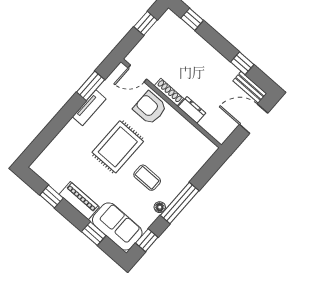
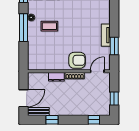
rug: (118, 147) -> (76, 29), removed

